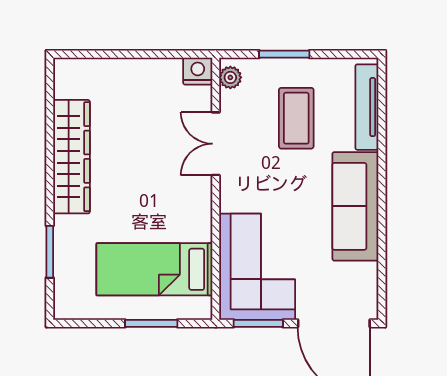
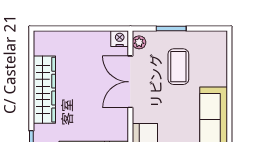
tv unit: (367, 107) -> (220, 60), removed
double door: (216, 144) -> (130, 82), width x1.37

